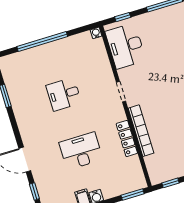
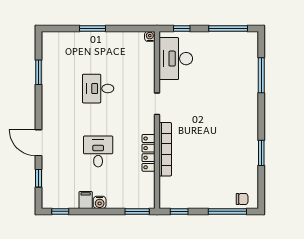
window: (42, 42) -> (93, 28), width x0.47
desk: (81, 151) -> (98, 151), width x0.73

